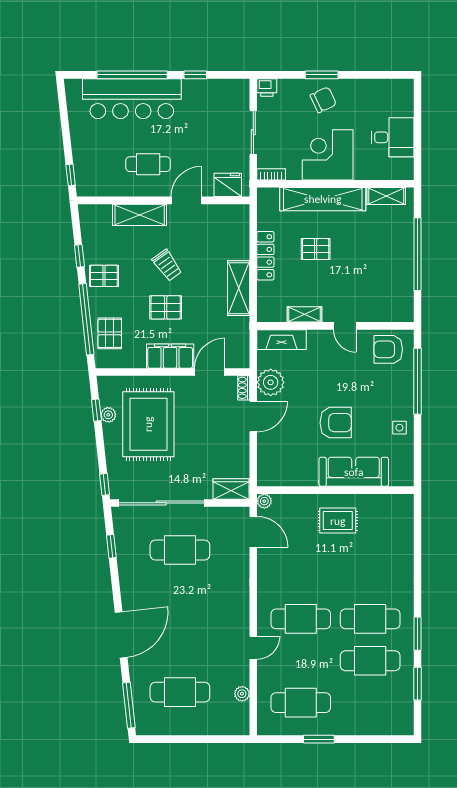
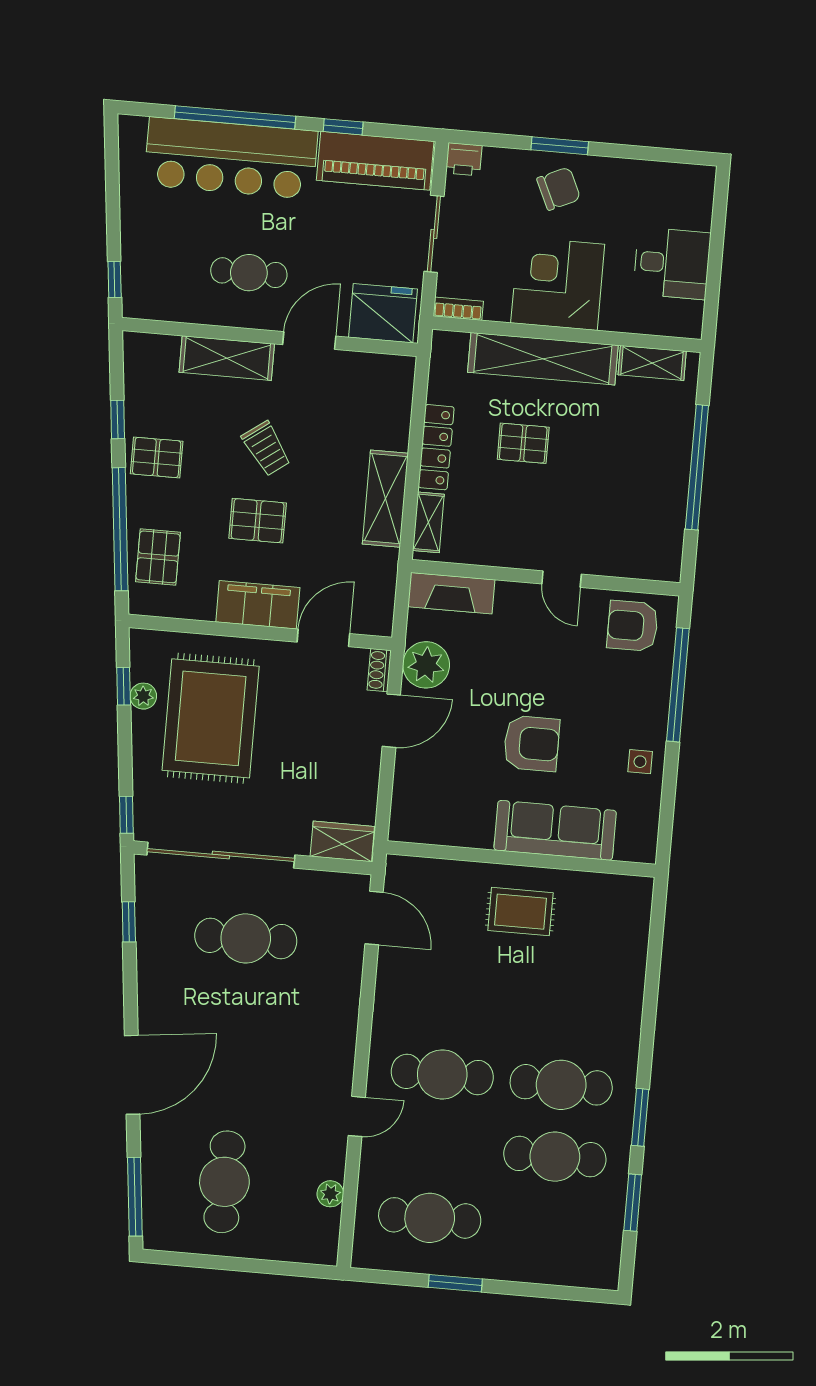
piano: (216, 93) -> (375, 161), added
fridge: (228, 185) -> (383, 313), width x1.36, depth x1.34
shelving: (305, 314) -> (428, 522), moved, turned 90
plant: (264, 501) -> (398, 867), removed
cafe table: (180, 692) -> (224, 1182), turned 90

